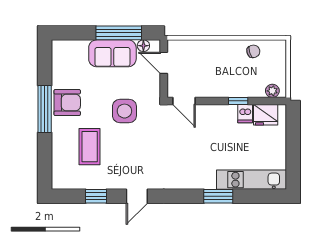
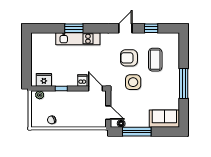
sofa: (112, 53) -> (164, 119), moved
armchair: (67, 103) -> (129, 58), moved
dishwasher: (245, 114) -> (82, 80), moved
kitchen unit: (251, 180) -> (78, 39), moved

